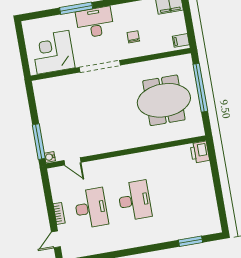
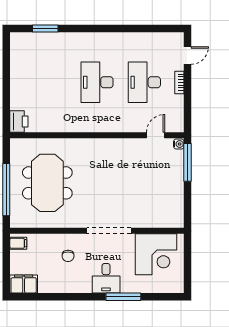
desk: (95, 22) -> (106, 278), width x0.73
meeting table: (164, 100) -> (47, 183), turned 90
door: (72, 161) -> (156, 135), hinge flipped

